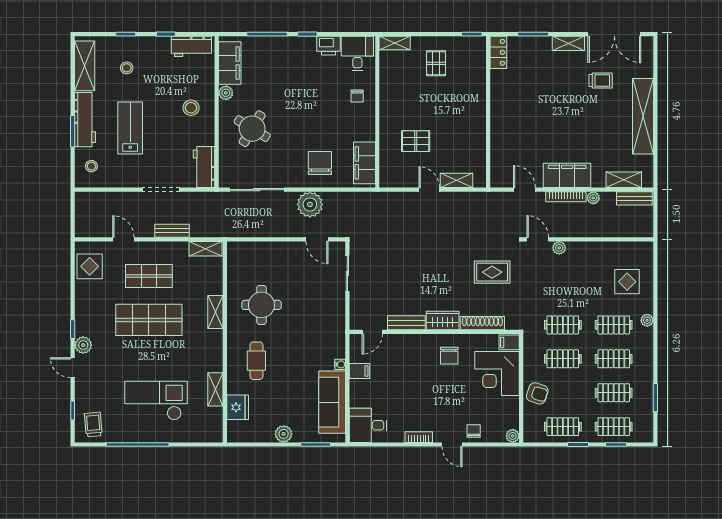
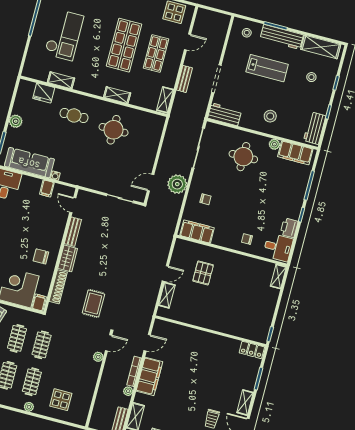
pallet: (436, 63) -> (256, 303), removed
round table: (252, 129) -> (243, 157), turned -31
chair: (320, 163) -> (205, 199), width x0.54, depth x0.54

